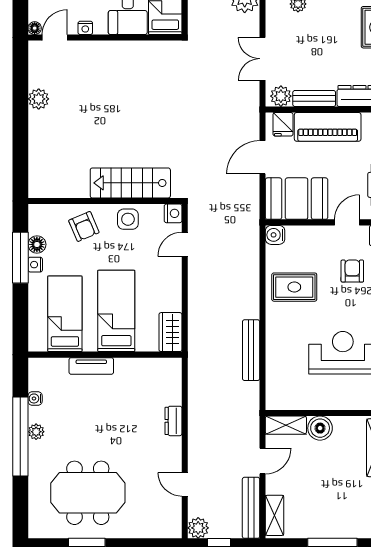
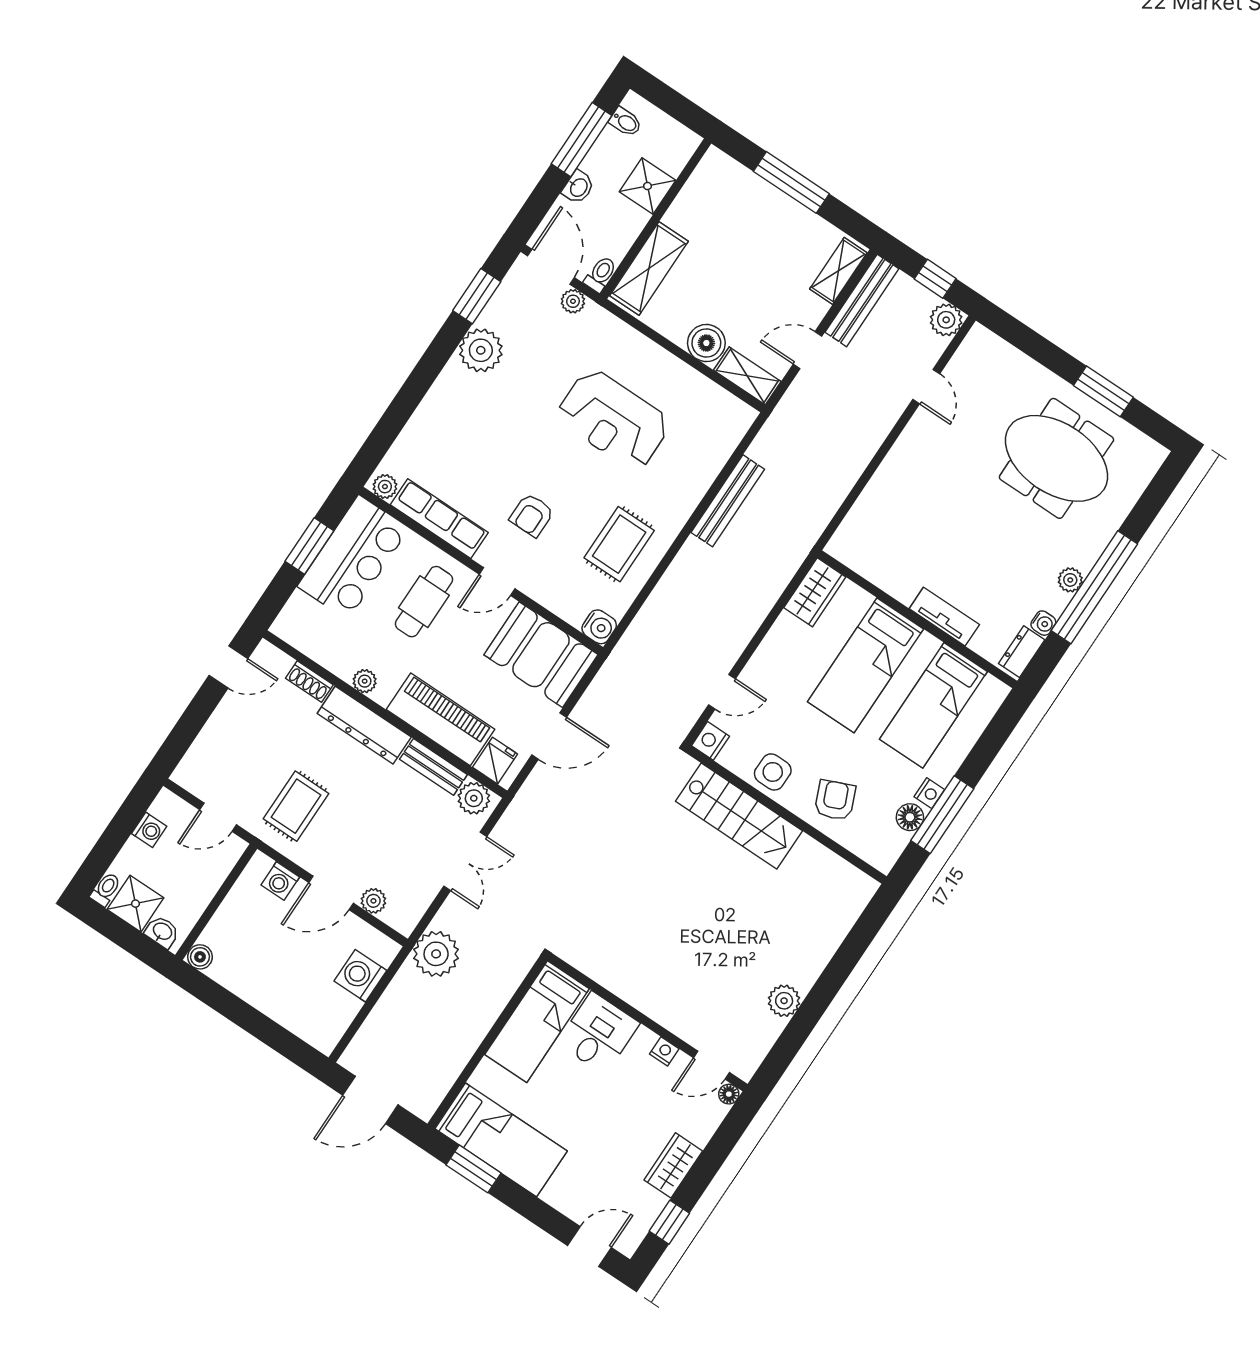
rug: (294, 287) -> (619, 544), turned 90
dresser: (173, 421) -> (1022, 652), moved, turned 180

